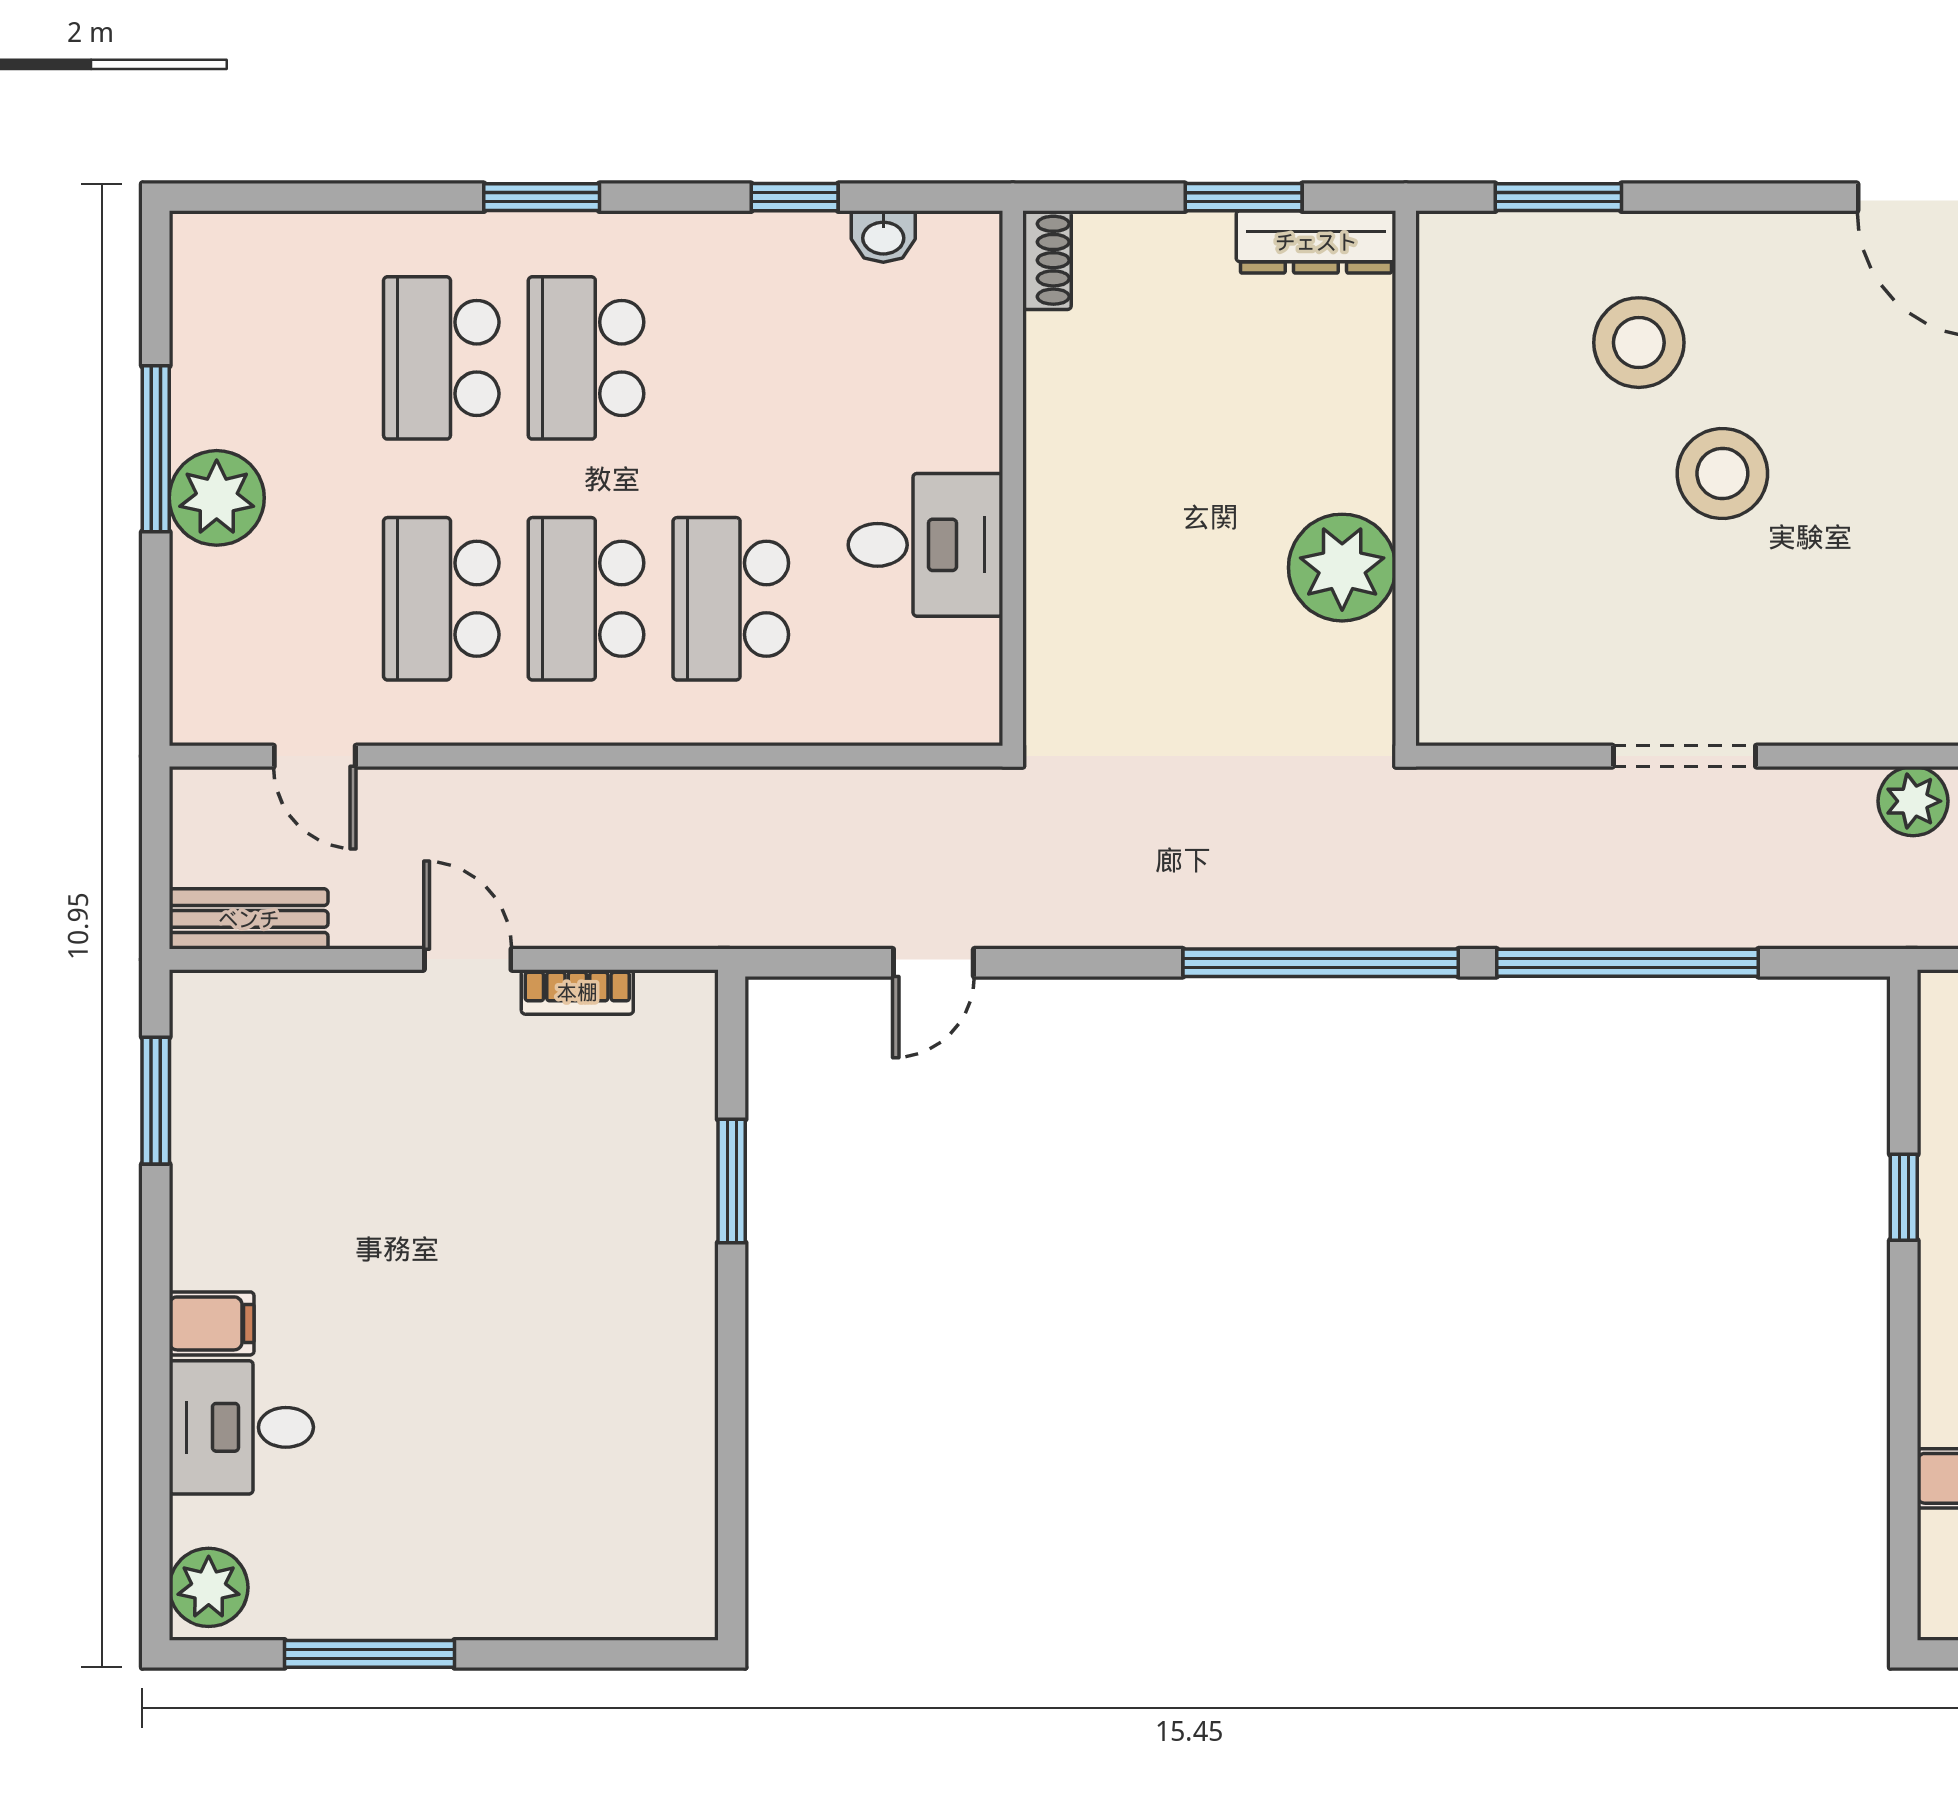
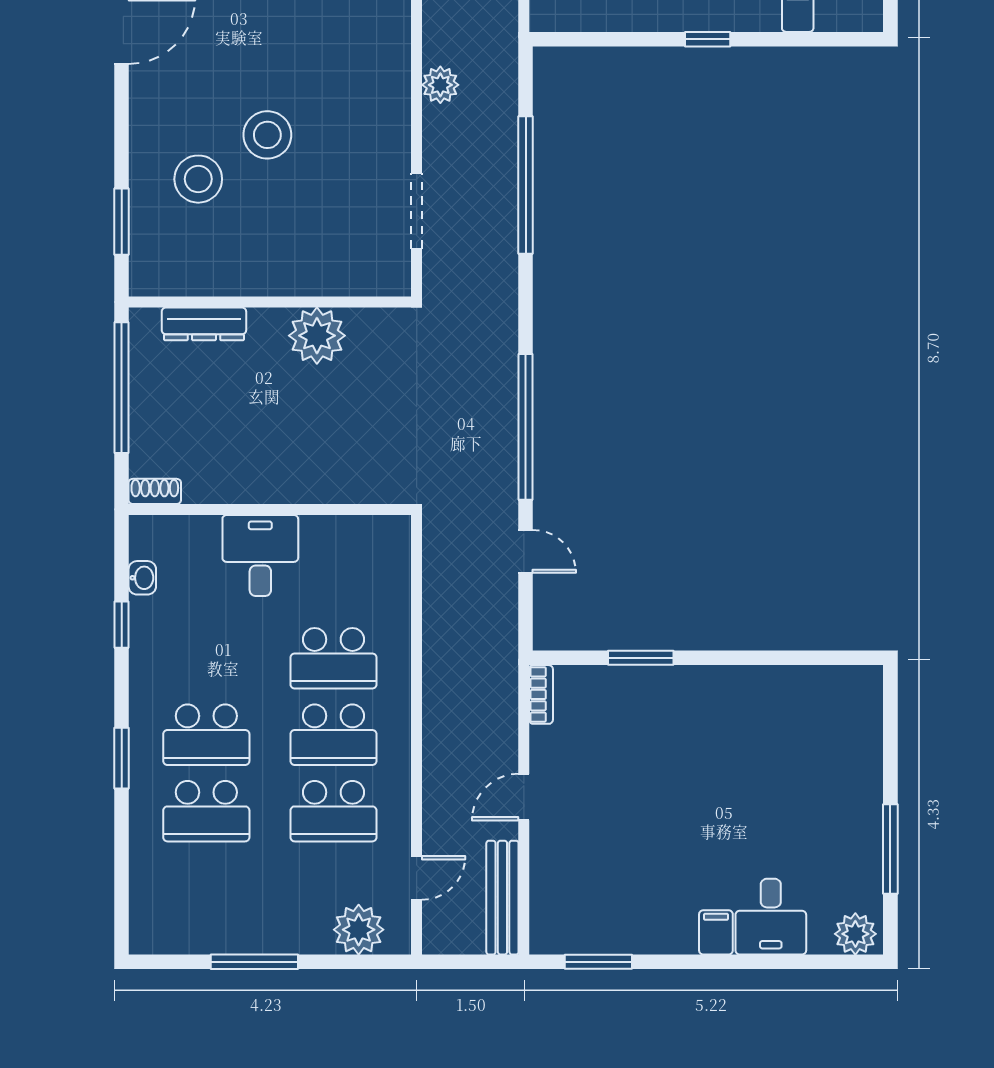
window: (1244, 197) -> (122, 388), width x2.11
dresser: (1316, 242) -> (204, 324), moved, turned 90
plant: (217, 498) -> (359, 930), moved
desk: (926, 545) -> (260, 556), moved
doorway: (1684, 756) -> (417, 211), moved
plant: (1913, 801) -> (440, 85), moved
bench: (249, 919) -> (502, 898), width x1.36
window: (1321, 963) -> (526, 427), moved
bookcase: (577, 992) -> (541, 694), moved
window: (1904, 1197) -> (708, 39), moved

